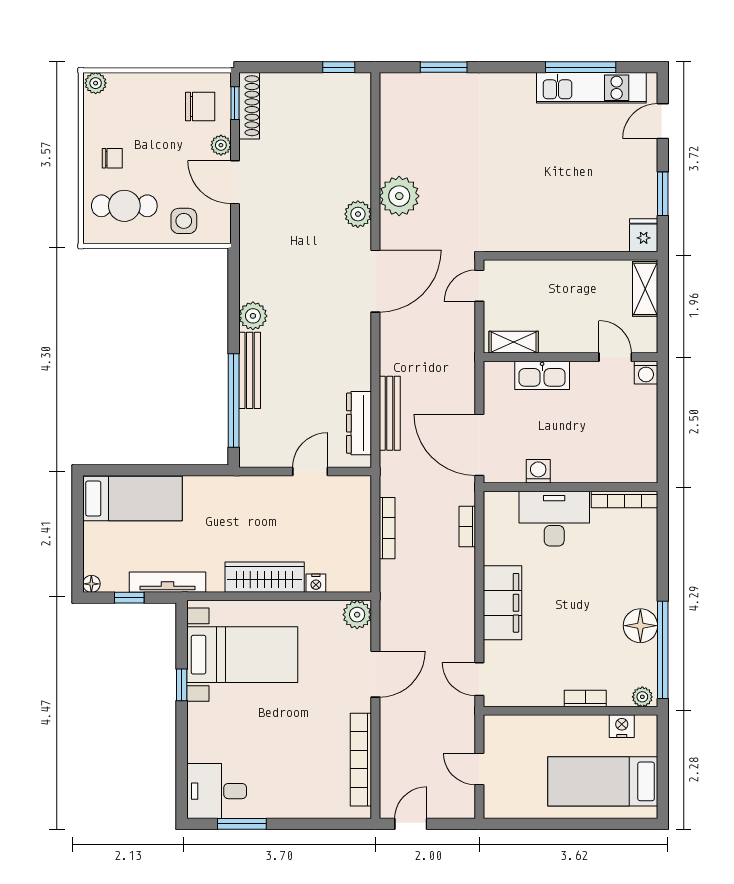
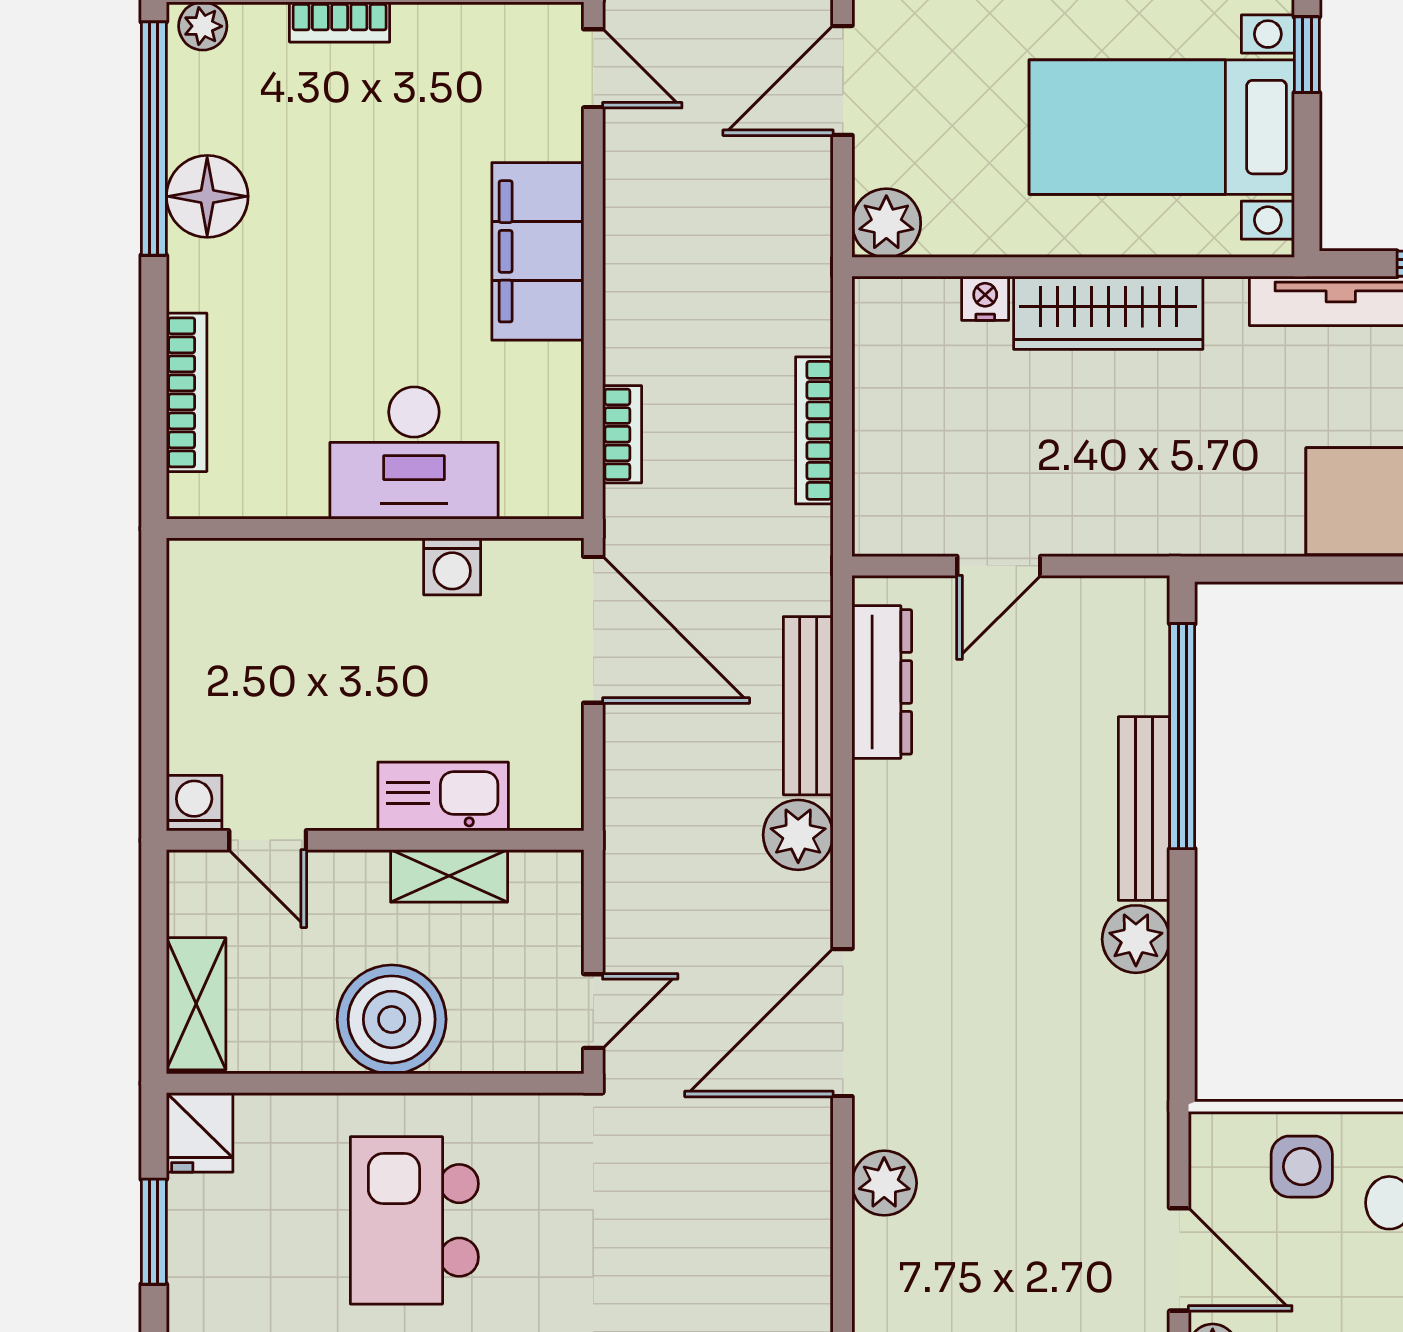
plant: (399, 196) -> (798, 835), moved, width x0.73, depth x0.73
kitchen island: (554, 198) -> (414, 1220), added
boiler: (564, 282) -> (392, 1019), added
shelving: (514, 342) -> (449, 876), moved
bookcase: (624, 499) -> (187, 392), moved, turned 90

